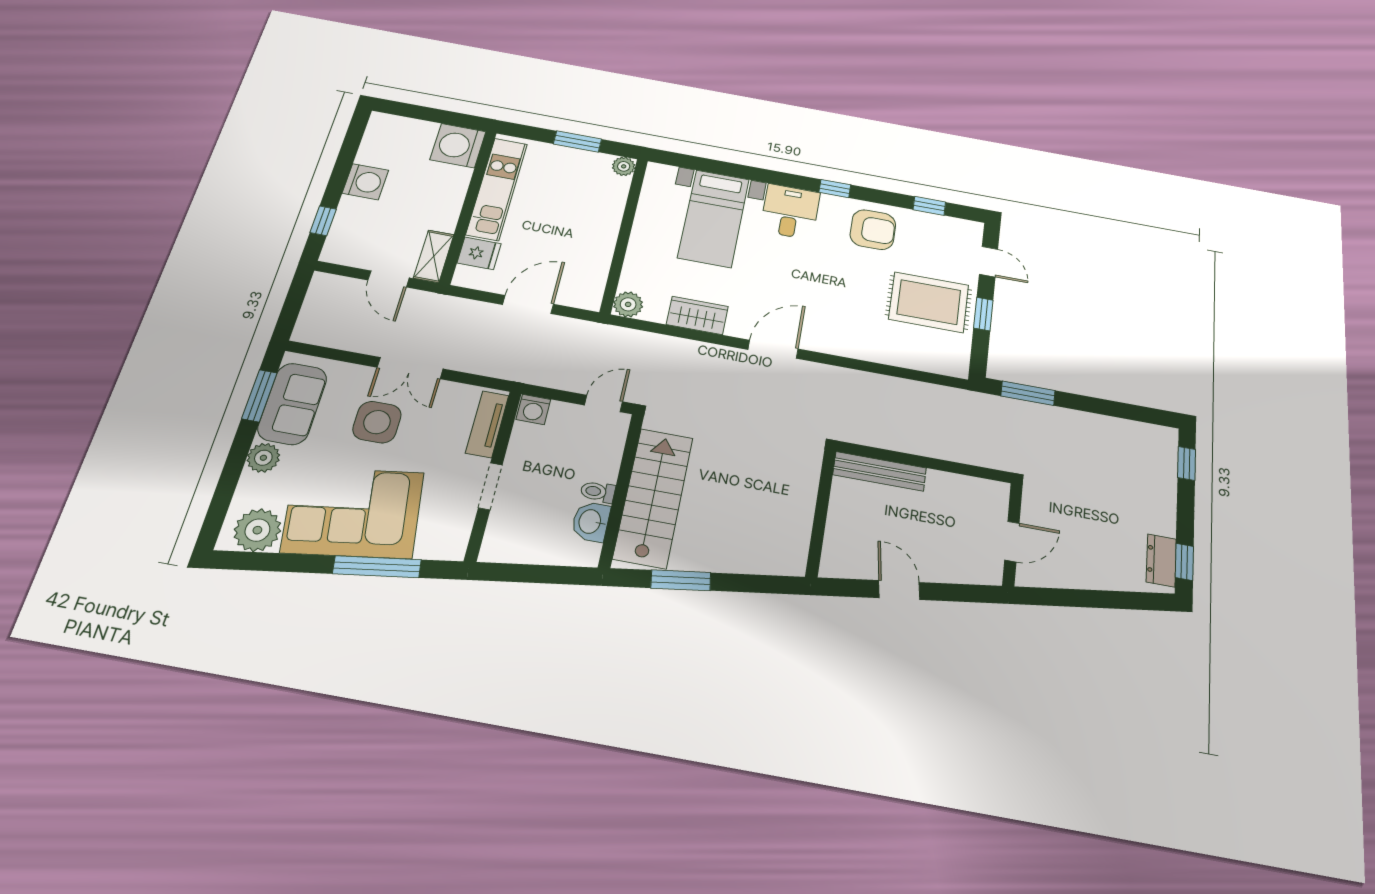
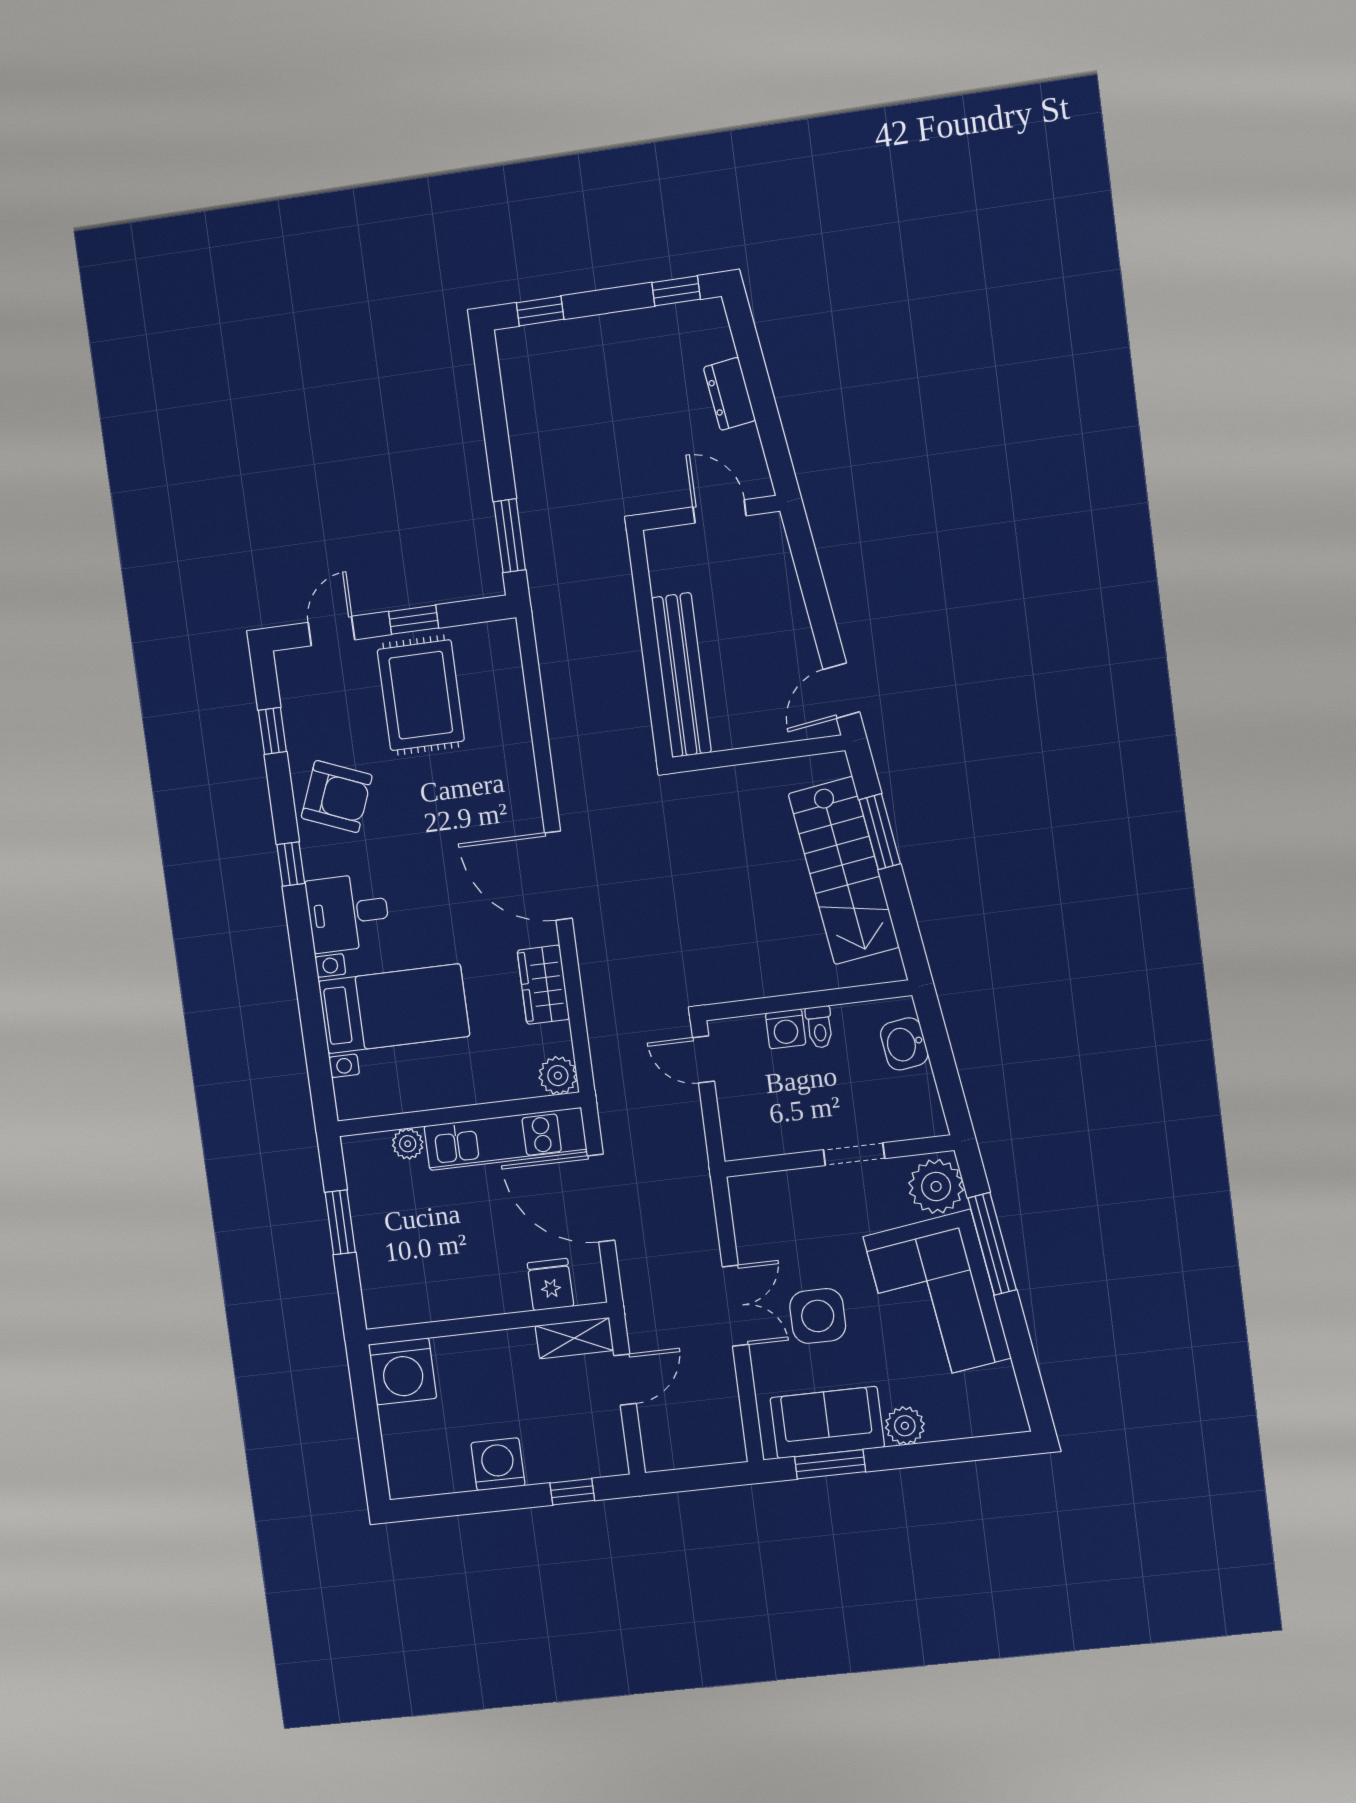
plant: (624, 166) -> (408, 1144), moved
kitchen unit: (497, 189) -> (505, 1139), moved, turned 180
armchair: (873, 230) -> (337, 797), turned 112
door: (528, 304) -> (601, 1198), width x1.36
door: (773, 349) -> (558, 876), width x1.36
washing machine: (533, 409) -> (786, 1029), moved, turned 90
tv unit: (487, 424) -> (777, 1187), removed
bench: (880, 471) -> (681, 675), width x1.37, depth x1.21
stairs: (653, 497) -> (844, 871), moved, turned -98
washbasin: (591, 522) -> (904, 1044), moved, turned 82
plant: (257, 530) -> (936, 1186), moved
dresser: (1161, 560) -> (729, 394), moved, turned 82
window: (681, 580) -> (880, 832), moved
door: (899, 590) -> (841, 691), moved

